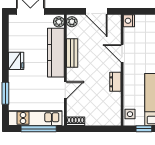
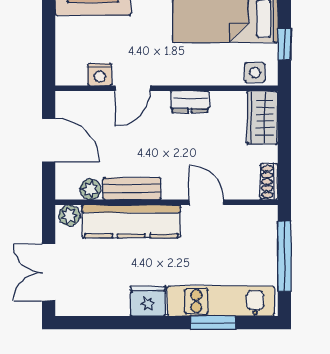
door: (96, 11) -> (49, 140), hinge flipped
nightstand: (129, 21) -> (100, 75), moved
plant: (72, 22) -> (90, 189), moved
kitchen unit: (35, 118) -> (221, 301), moved, turned 90
wardrobe: (107, 118) -> (262, 118), added

